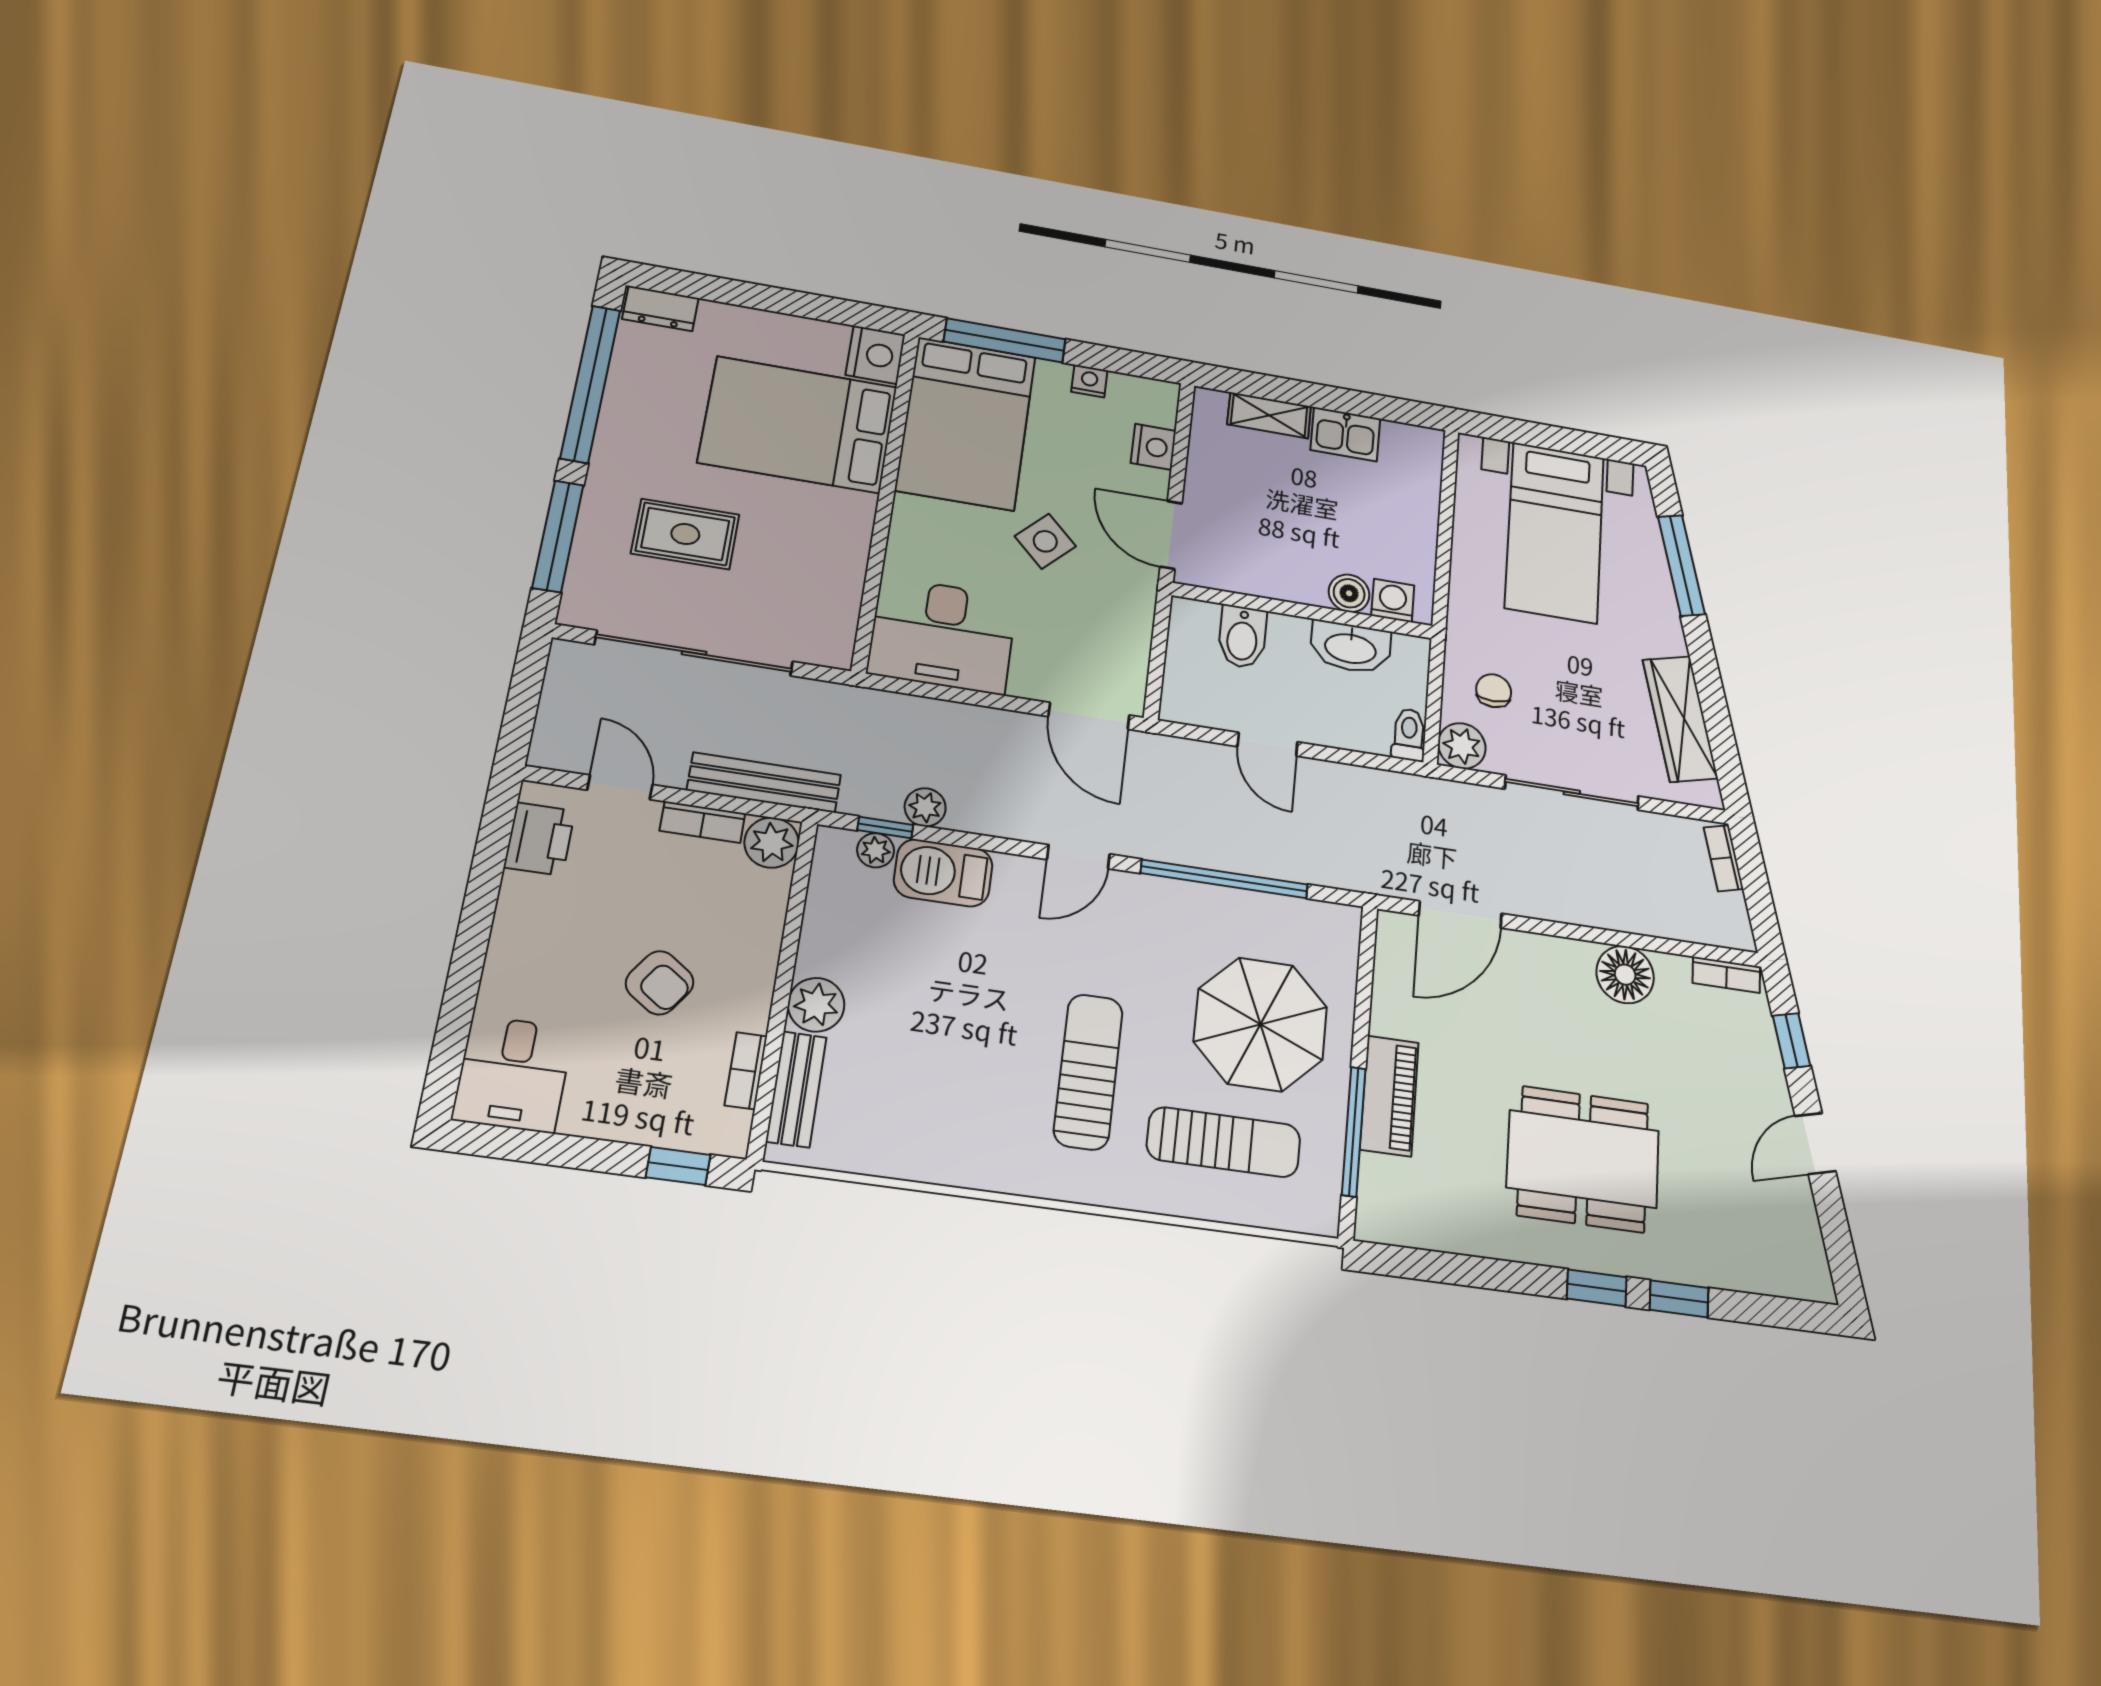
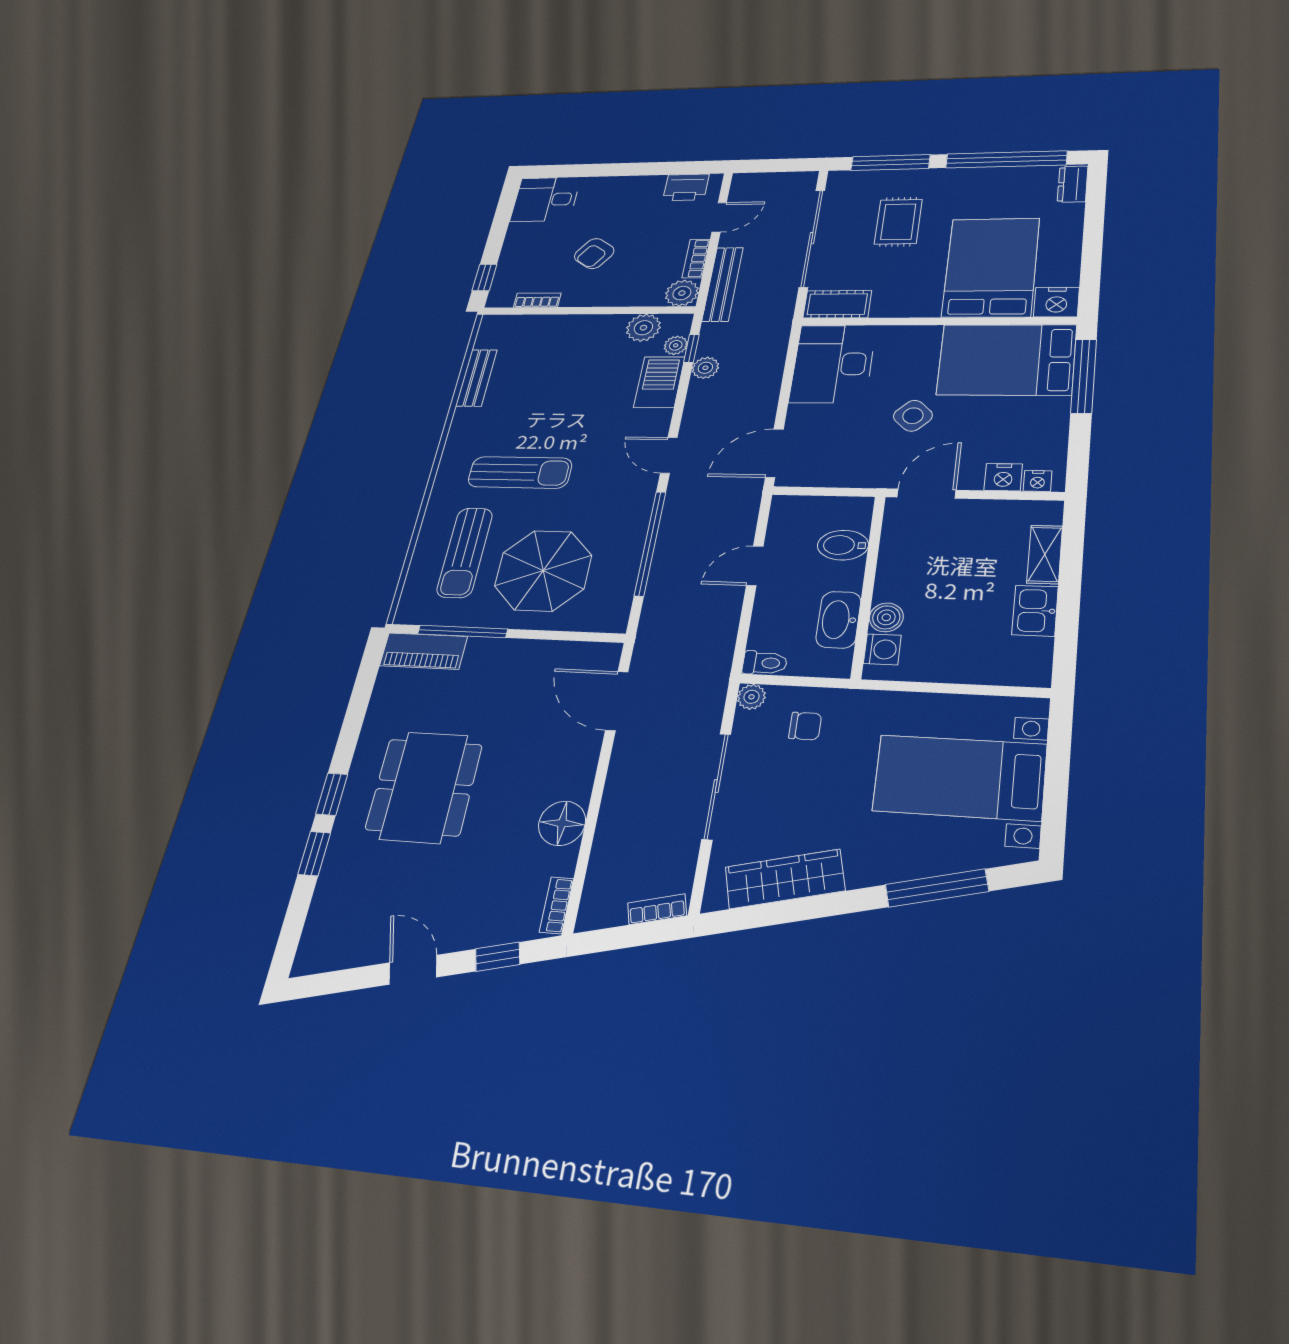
nightstand: (1089, 381) -> (1038, 481), moved, turned 90
cot: (832, 624) -> (837, 304), added
plant: (1462, 746) -> (751, 697), width x0.73, depth x0.73
plant: (816, 1005) -> (643, 328), moved
bench: (796, 1089) -> (476, 378), moved, turned 90
piano: (1389, 1096) -> (423, 651), moved

